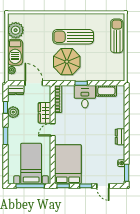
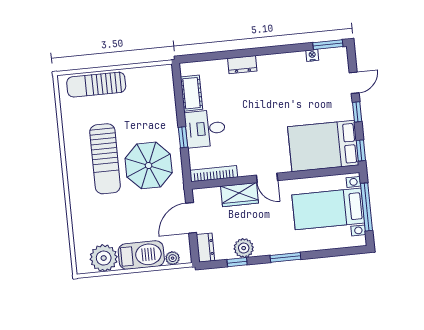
dresser: (120, 137) -> (242, 65), moved

